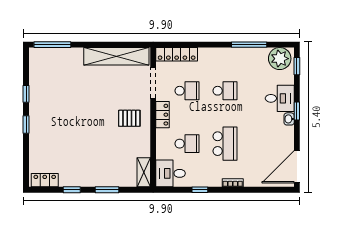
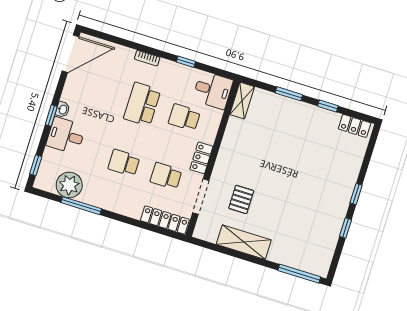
shelving: (116, 56) -> (244, 242), width x0.68
plant: (280, 59) -> (69, 185), moved
pallet: (129, 118) -> (241, 199), moved, turned 90

